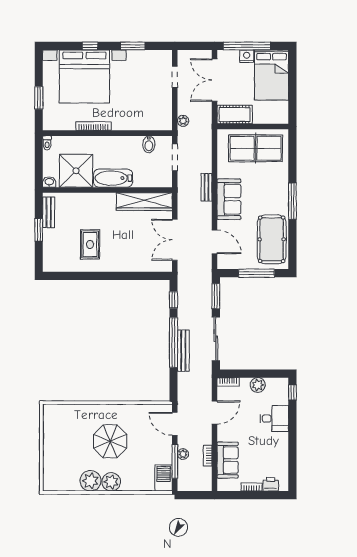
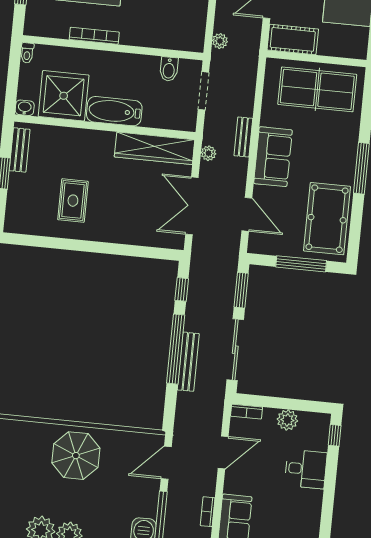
door: (175, 424) -> (166, 463), hinge flipped
parasol: (110, 441) -> (76, 456), moved
plant: (183, 454) -> (209, 153), moved

